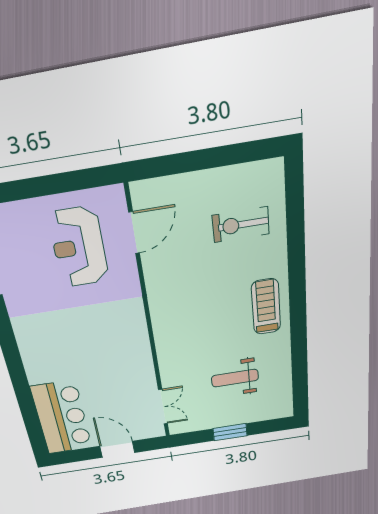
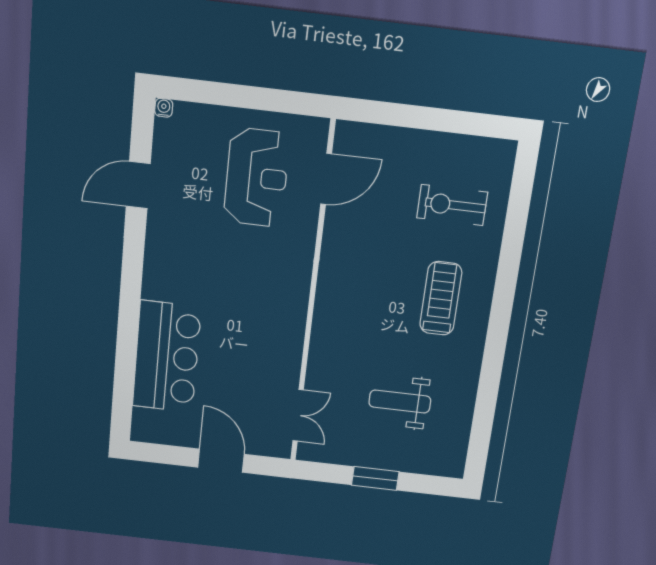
reception desk: (79, 247) -> (256, 178), turned 180
treadmill: (266, 307) -> (441, 298), moved
bar counter: (62, 418) -> (167, 357), moved

